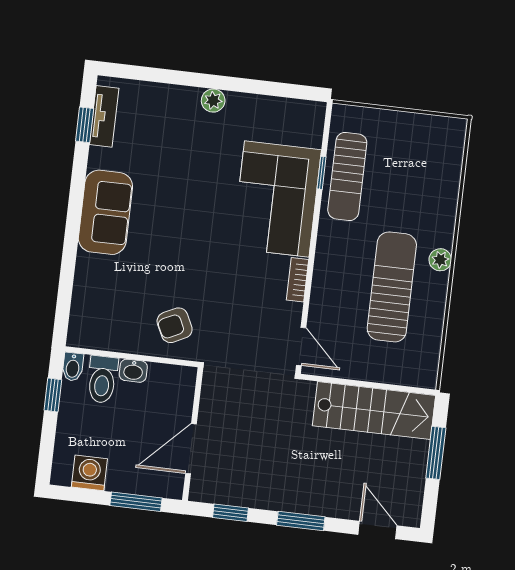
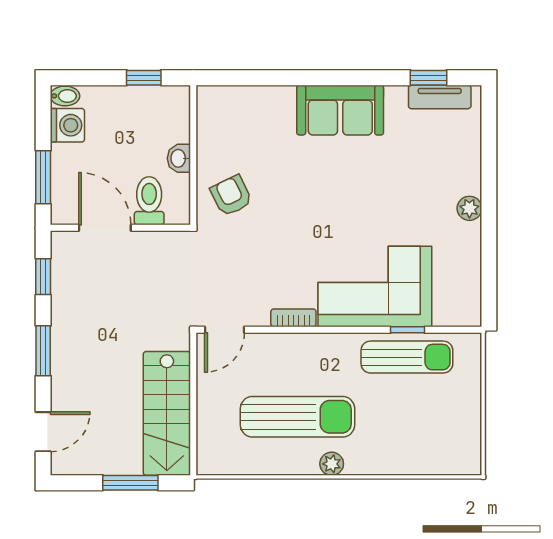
sun lounger: (347, 176) -> (407, 357), turned 180
bidet: (73, 367) -> (65, 96), moved, turned 180
toilet: (102, 379) -> (149, 201), moved, turned 90

